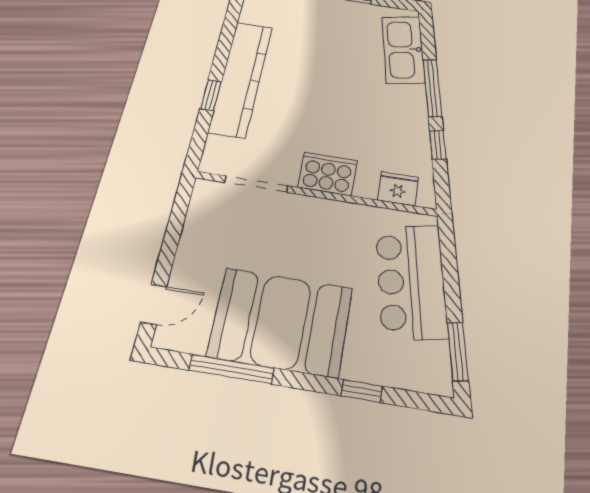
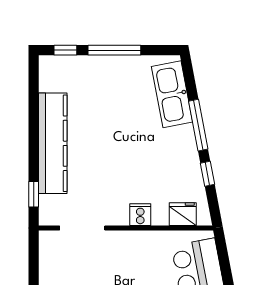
window: (211, 95) -> (34, 194), moved
cooker: (328, 174) -> (140, 215), width x0.53, depth x0.76

